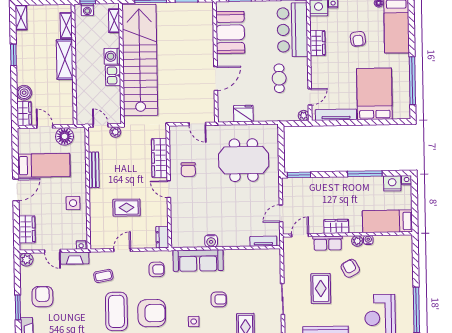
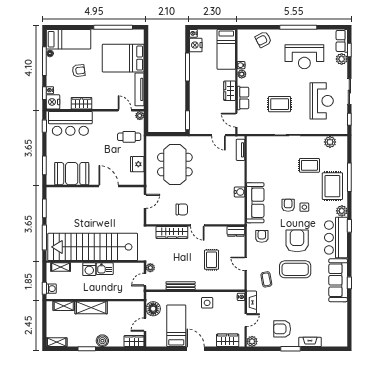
cafe table: (279, 78) -> (129, 137), moved
boiler: (24, 93) -> (102, 341), moved
door: (169, 189) -> (197, 225), hinge flipped
armchair: (350, 268) -> (263, 39), moved
armchair: (219, 299) -> (288, 205), moved

